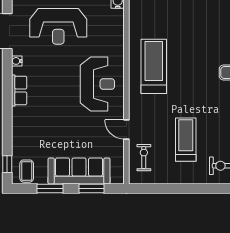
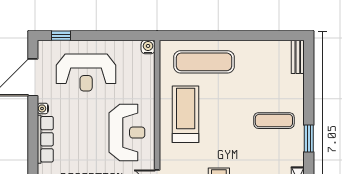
exercise mat: (171, 16) -> (204, 62), added
row of seats: (19, 90) -> (45, 139), width x1.48

